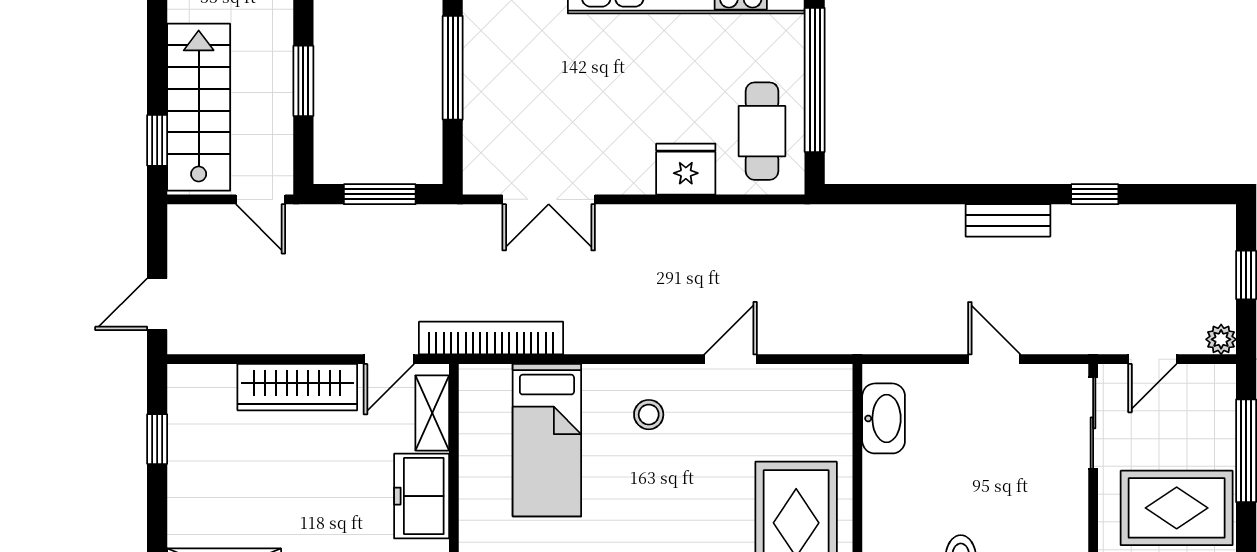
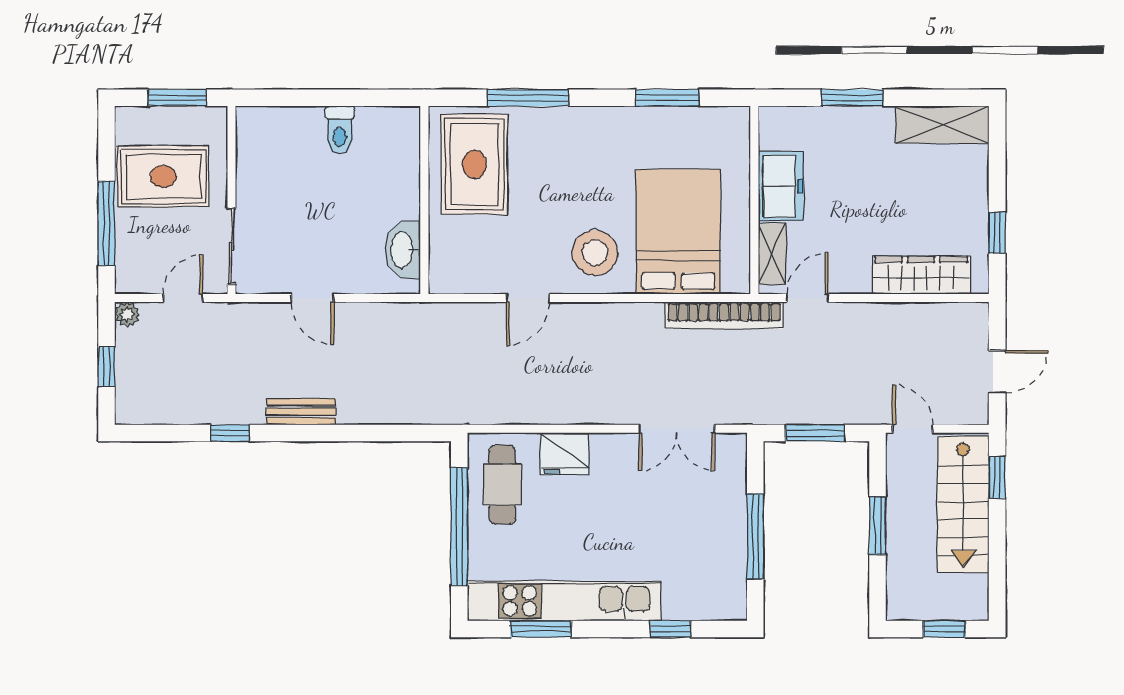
double door: (549, 199) -> (677, 429), swing flipped
door: (157, 304) -> (997, 372), moved
wardrobe: (297, 387) -> (921, 275), moved
stool: (649, 415) -> (595, 253), width x1.89, depth x1.89
bed: (547, 440) -> (678, 232), width x1.50

